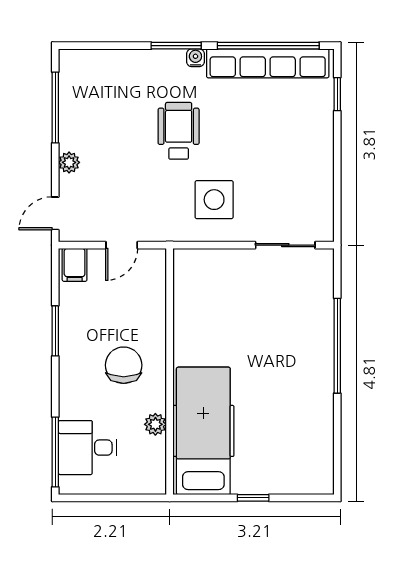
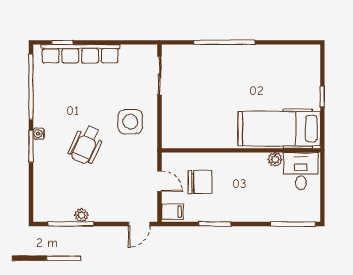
row of seats: (268, 63) -> (80, 54), moved, turned 90
wheelchair: (179, 131) -> (86, 145), turned -65
plant: (69, 162) -> (81, 215), moved
door: (55, 213) -> (139, 224), hinge flipped
chair: (124, 365) -> (200, 182), moved, turned 180
desk: (88, 448) -> (301, 171), moved, turned 180

